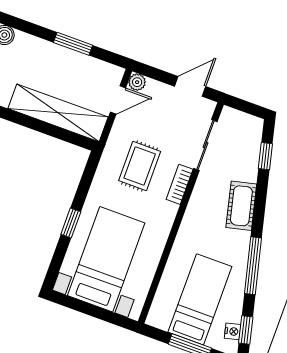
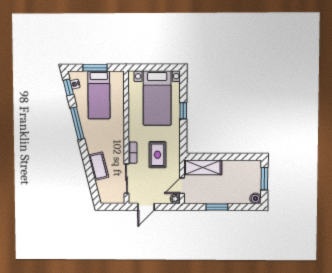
shelving: (58, 113) -> (203, 167), width x0.68
window: (265, 156) -> (92, 184), removed
cot: (241, 206) -> (99, 166), moved

